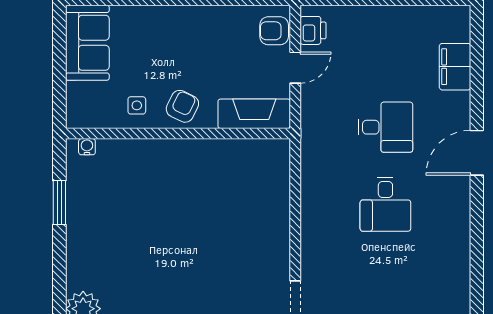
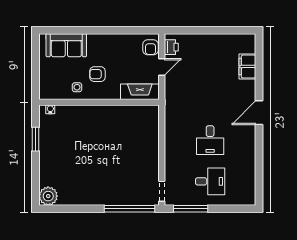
armchair: (274, 31) -> (151, 47), turned -90
sofa: (87, 43) -> (66, 45), moved, turned 90
armchair: (182, 106) -> (97, 74), moved, turned -116
desk: (385, 127) -> (210, 181), moved

